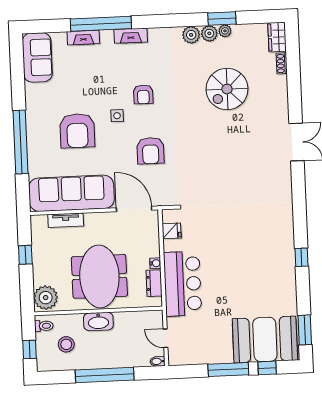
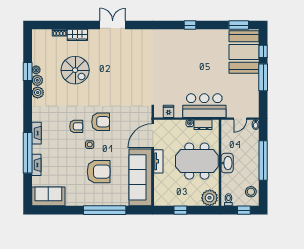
wardrobe: (277, 37) -> (77, 35), moved
armchair: (150, 151) -> (101, 122), moved
tv unit: (66, 220) -> (158, 161), moved
stool: (66, 344) -> (251, 192), moved

